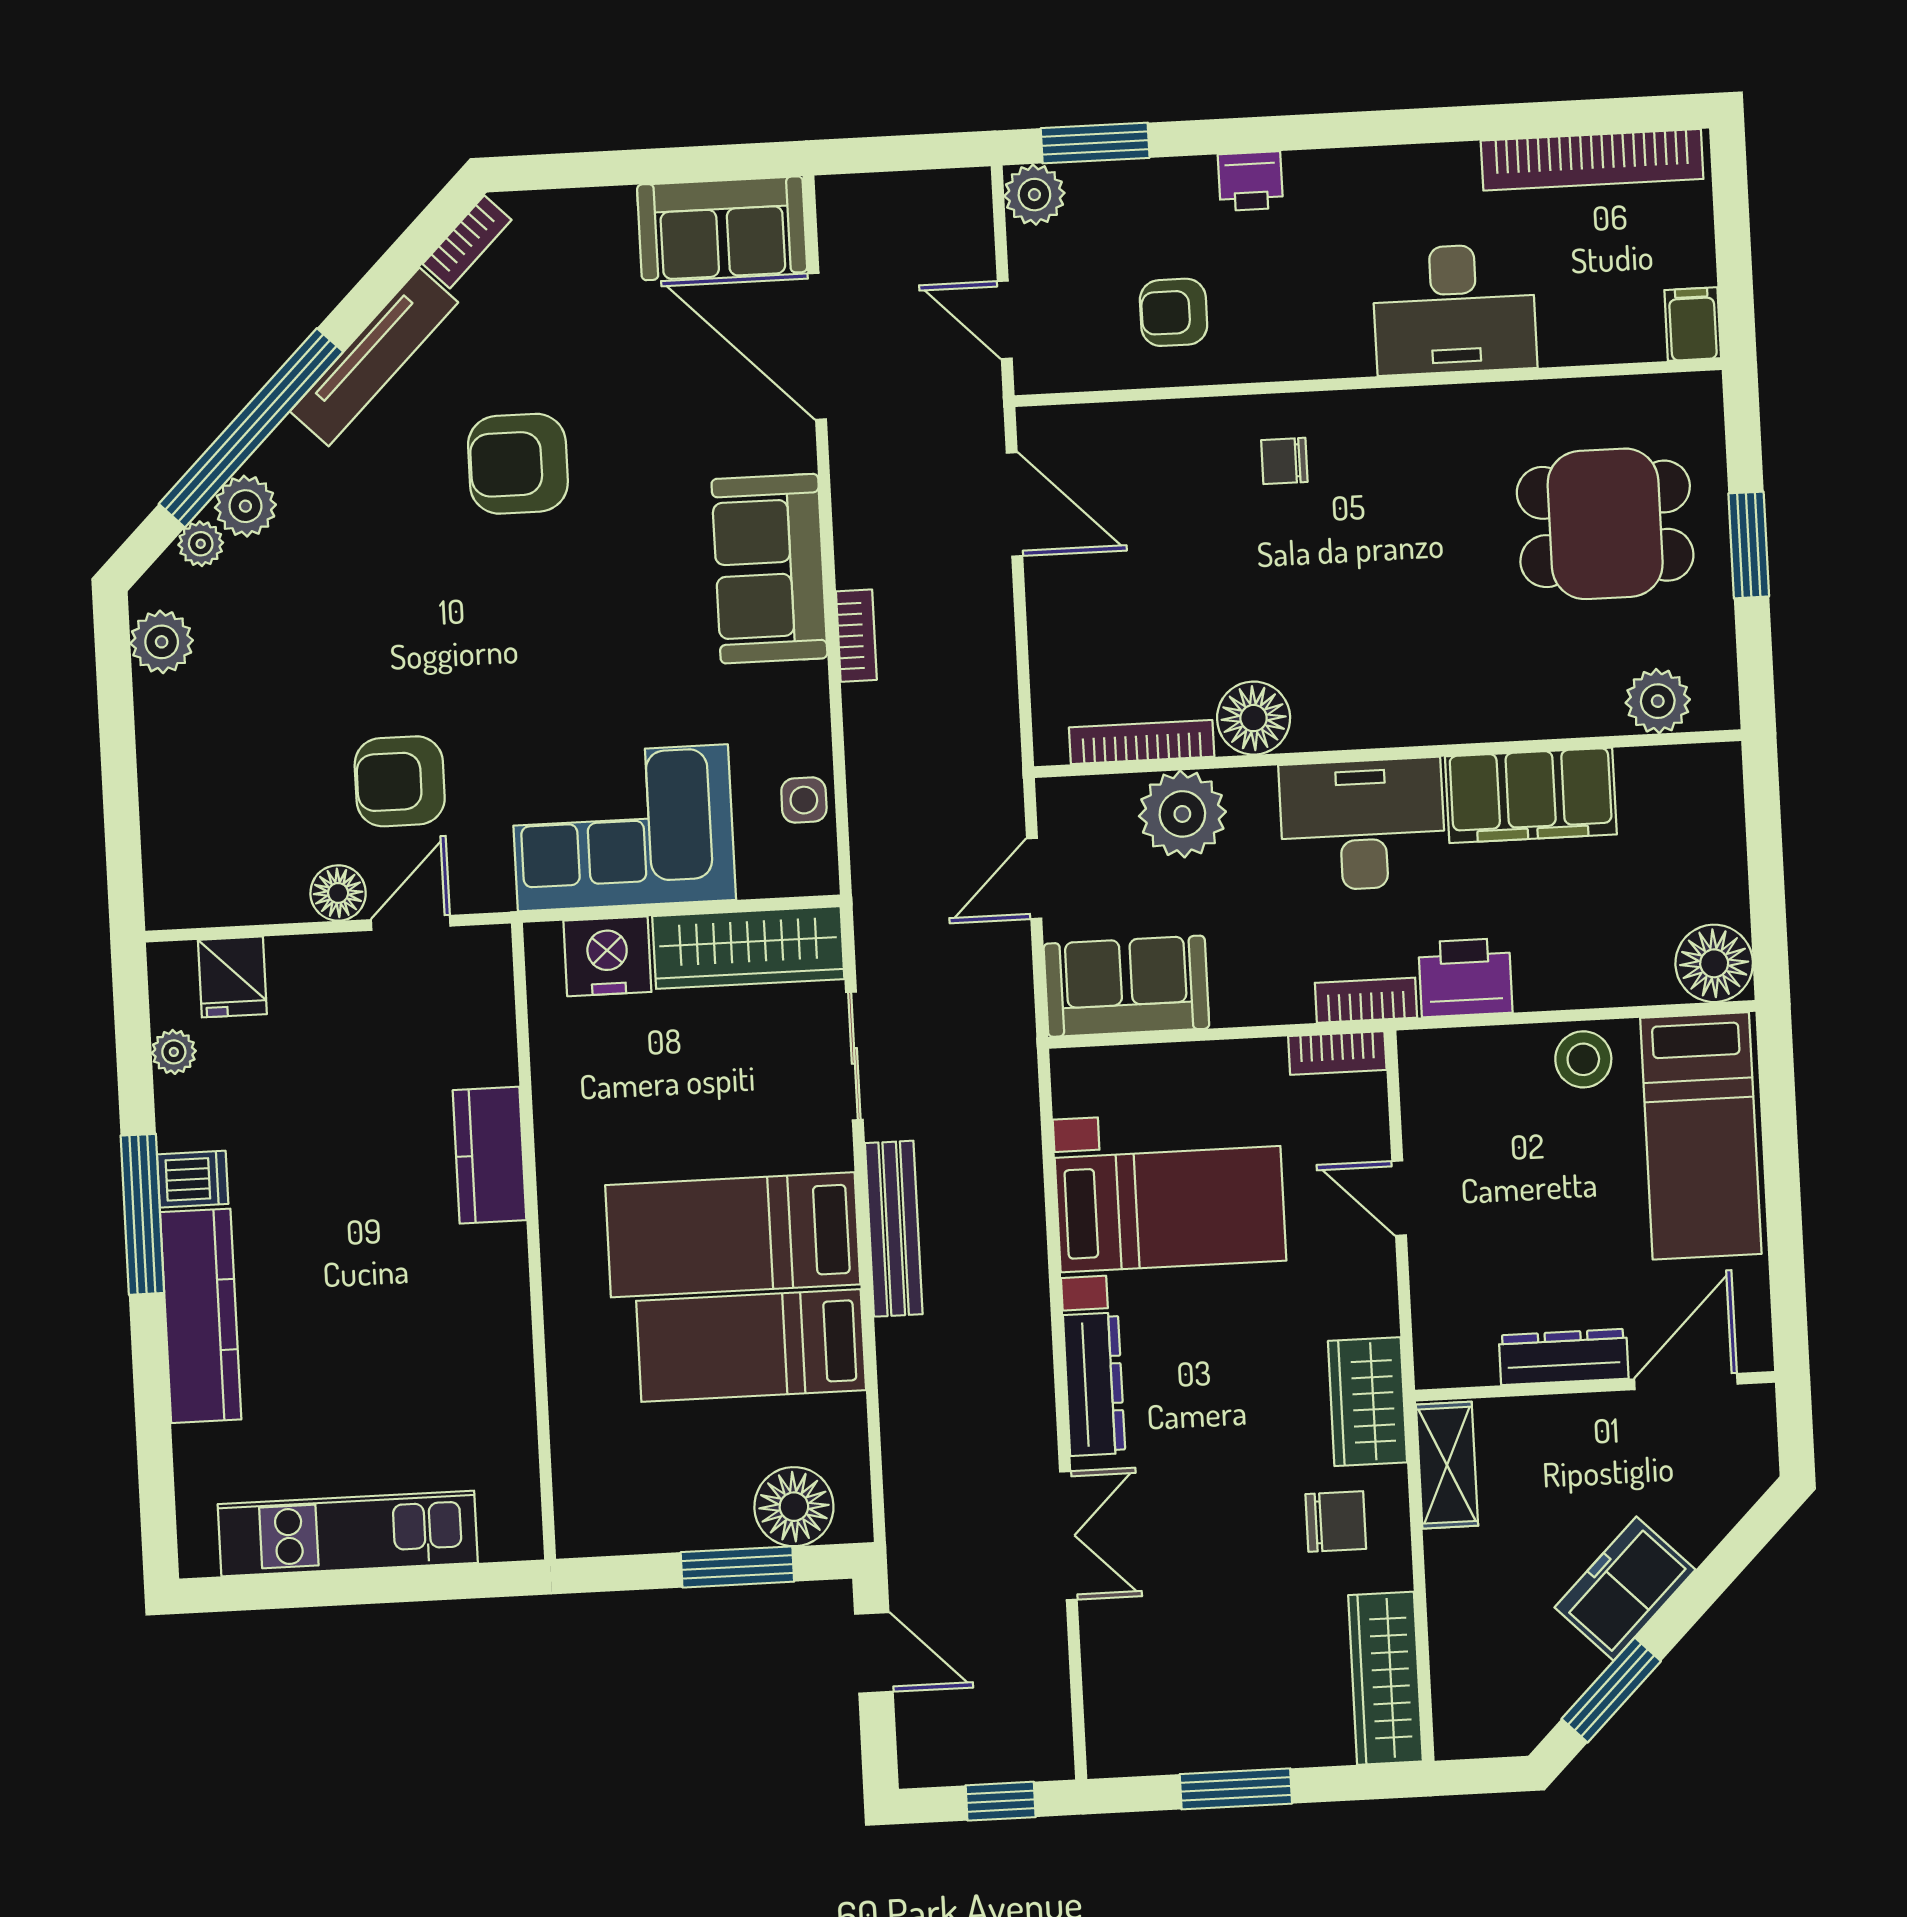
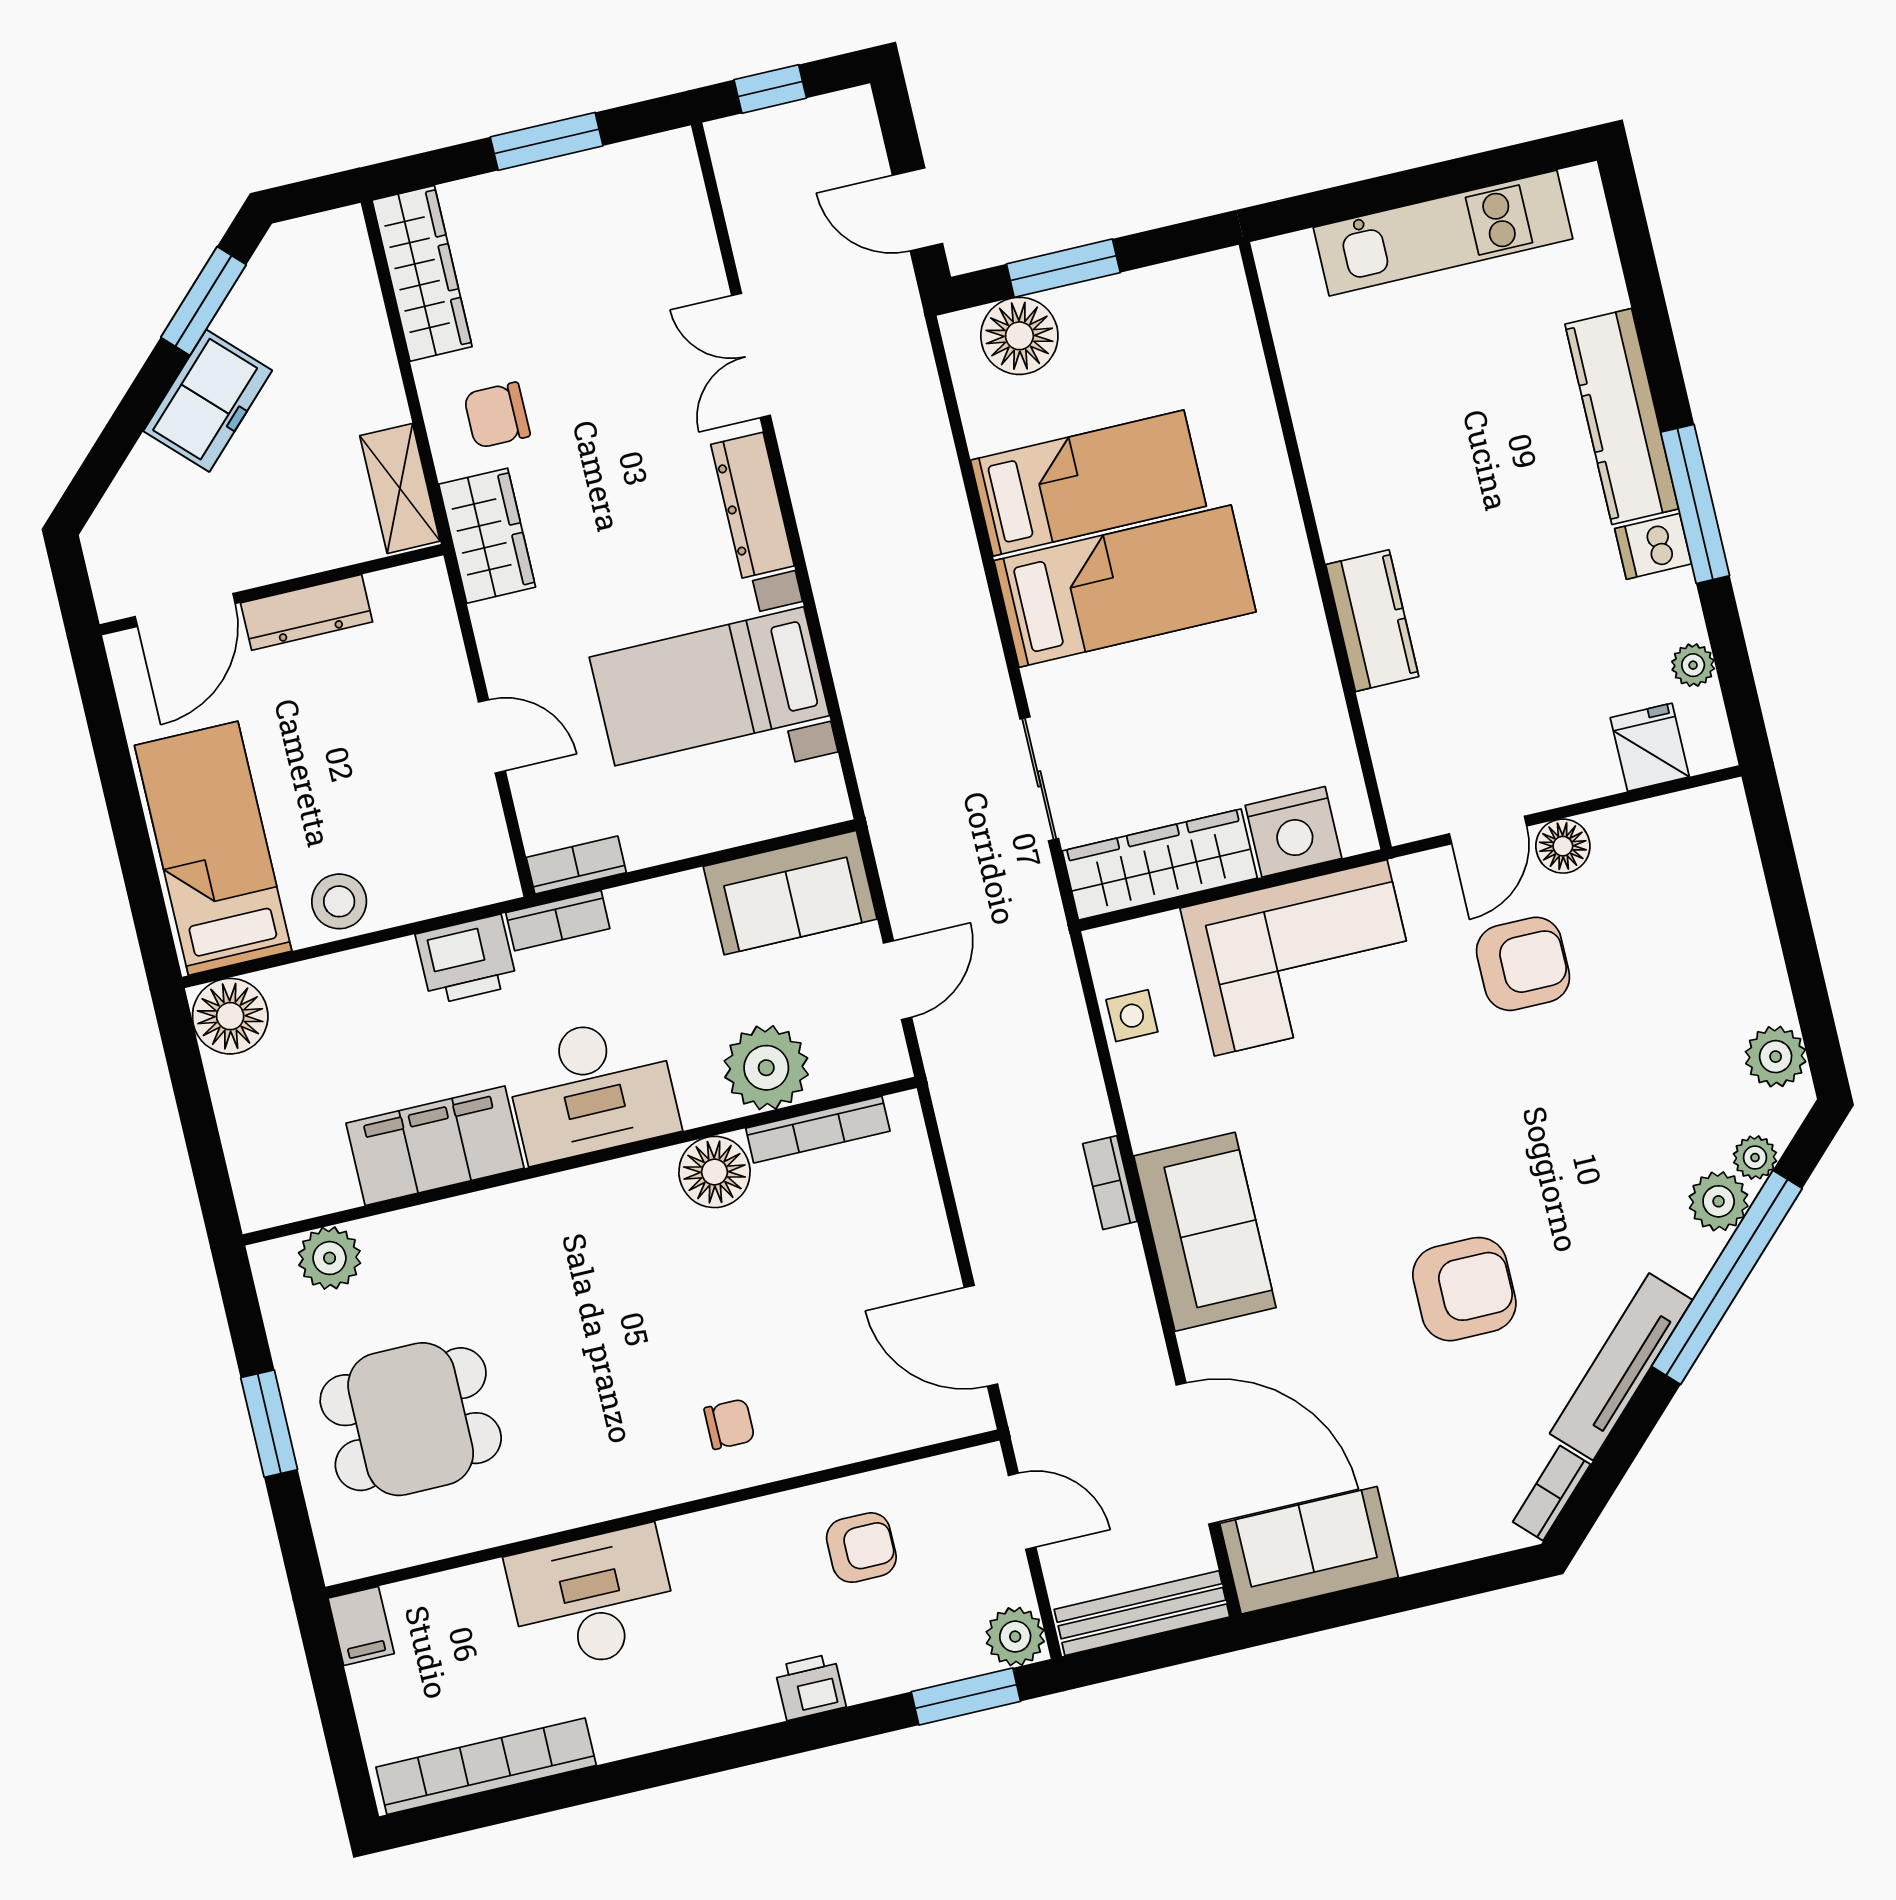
bench: (894, 1229) -> (1142, 1613), moved, turned 90

